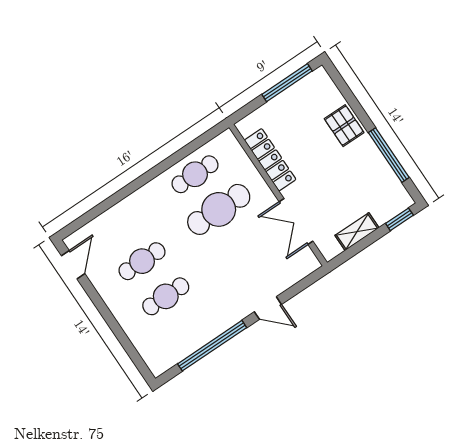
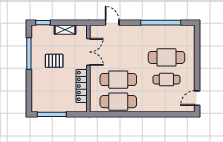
pallet: (344, 126) -> (54, 61), moved, turned 90
cafe table: (195, 174) -> (118, 102), width x1.37, depth x1.35
cafe table: (166, 296) -> (166, 57), width x1.37, depth x1.35
door: (268, 308) -> (112, 23), moved

